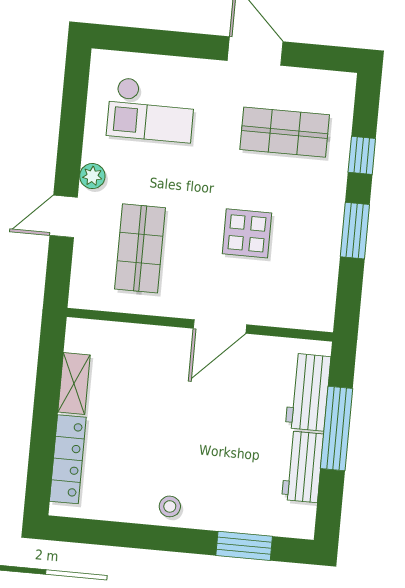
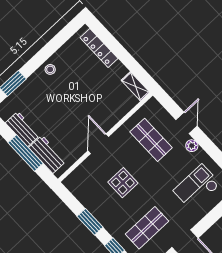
shelving: (74, 383) -> (135, 86), moved

